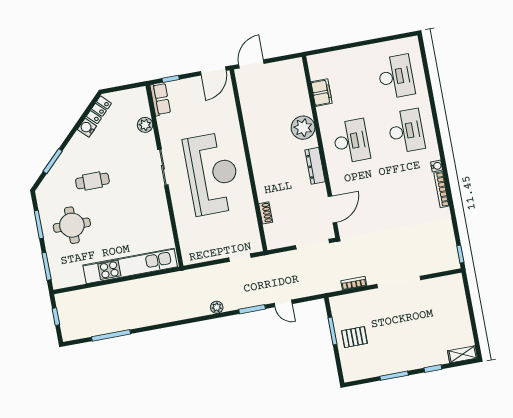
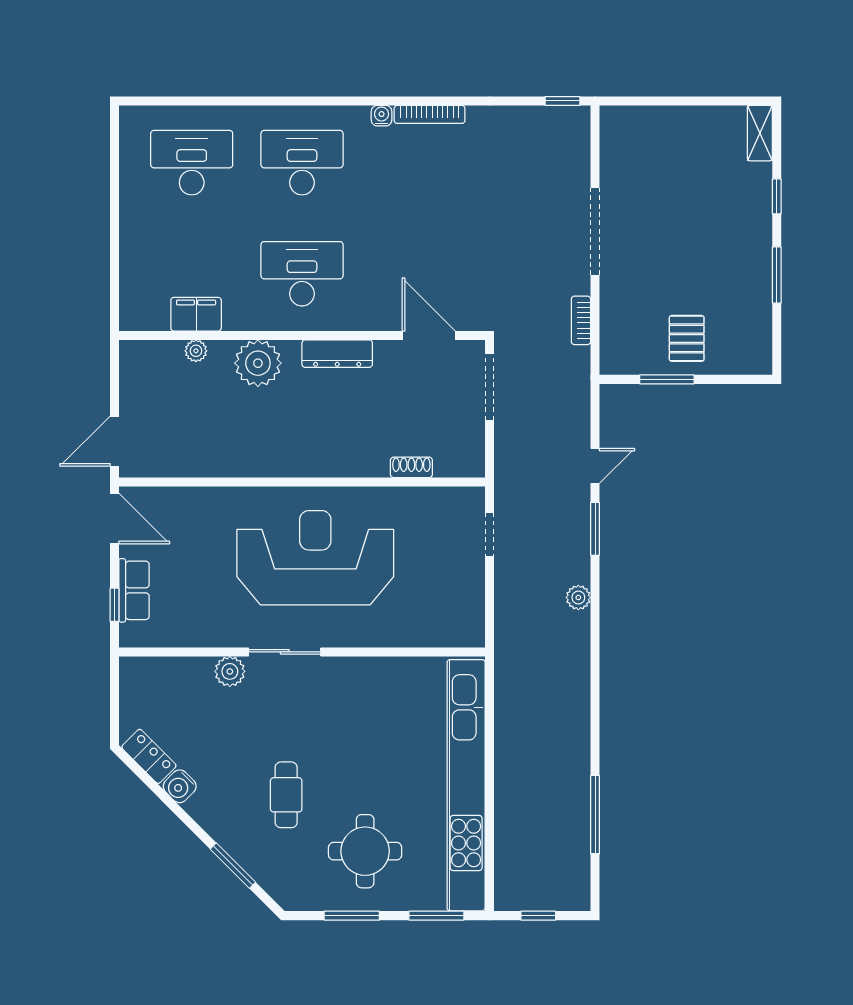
door: (251, 64) -> (114, 441), hinge flipped
plant: (303, 96) -> (196, 351), added
row of seats: (160, 99) -> (134, 590), moved, turned 90
plant: (145, 125) -> (230, 671), moved
kitchen unit: (130, 266) -> (466, 785), width x1.36

